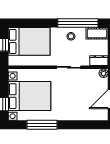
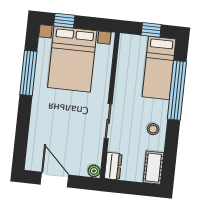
window: (78, 23) -> (177, 90), moved
bed: (29, 41) -> (159, 68), width x0.67

